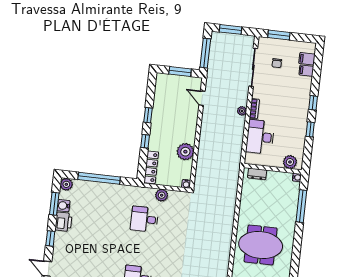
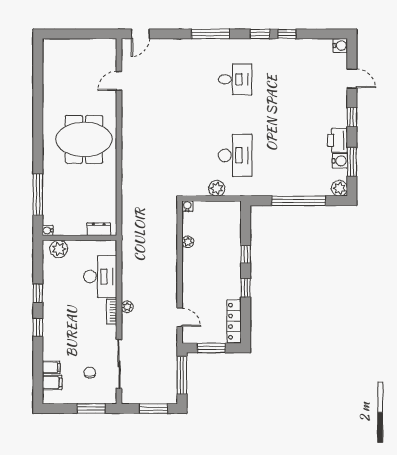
plant: (185, 152) -> (188, 242), width x0.53, depth x0.53
locker: (151, 167) -> (234, 321), moved
desk: (144, 219) -> (235, 155), width x1.37

